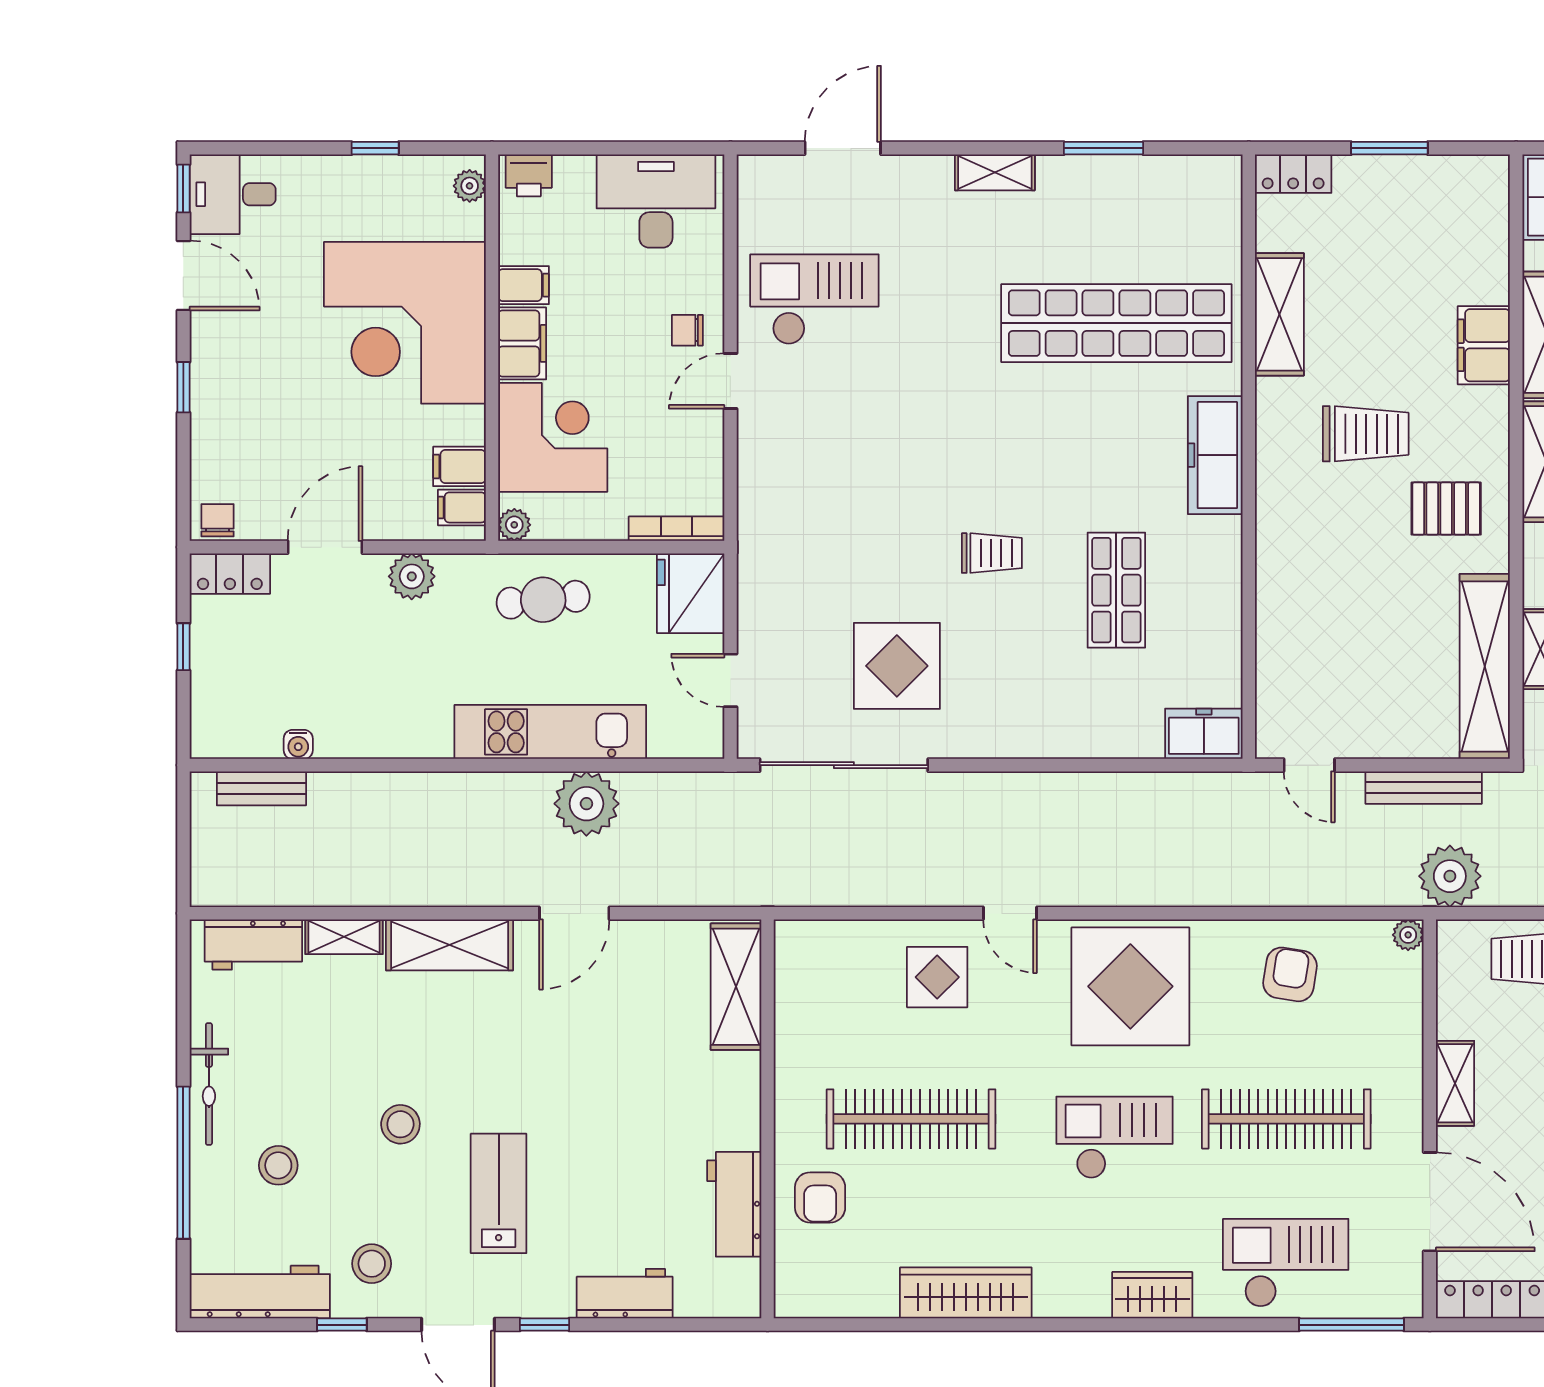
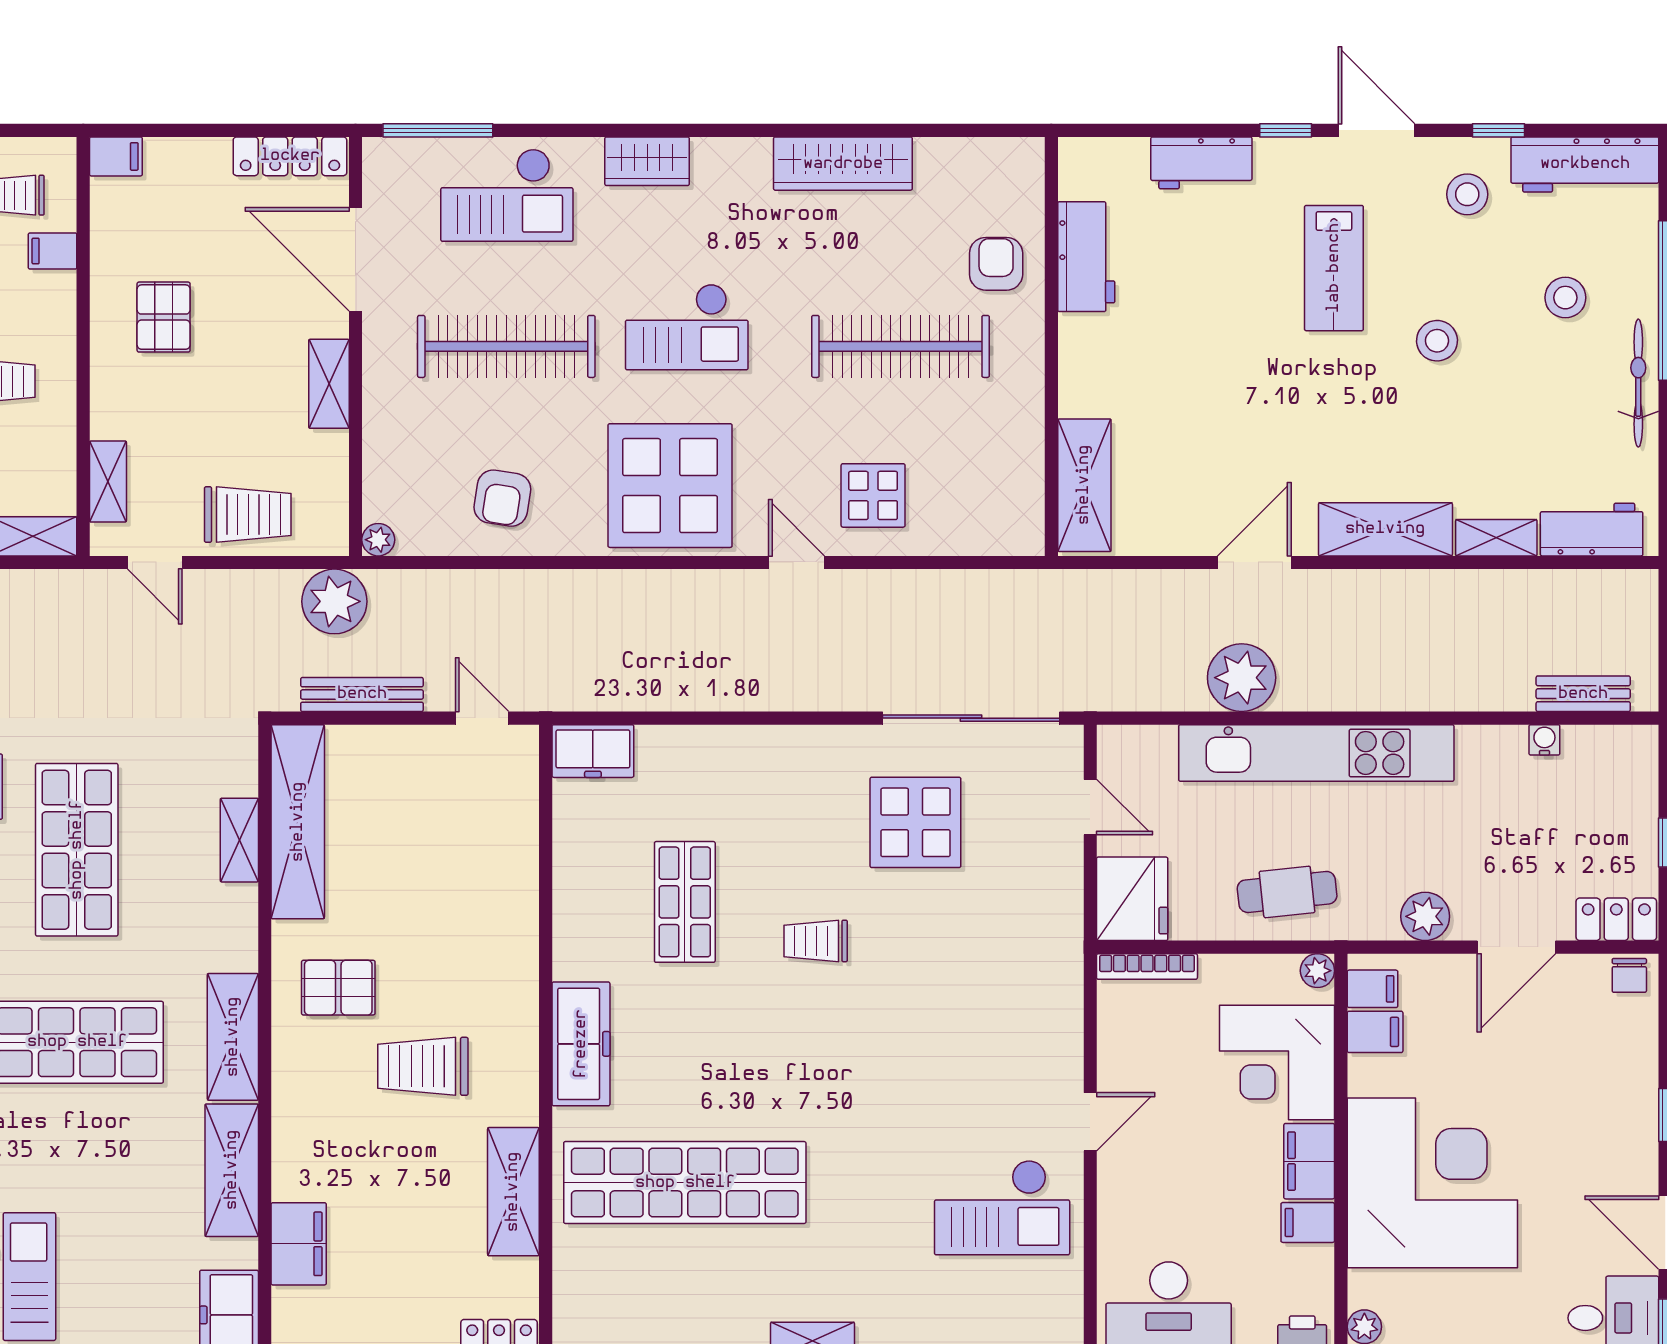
chair: (687, 330) -> (1135, 1175), removed
filing cabinet: (1484, 345) -> (299, 1244), moved
kitchen unit: (550, 732) -> (1316, 753), width x1.36

